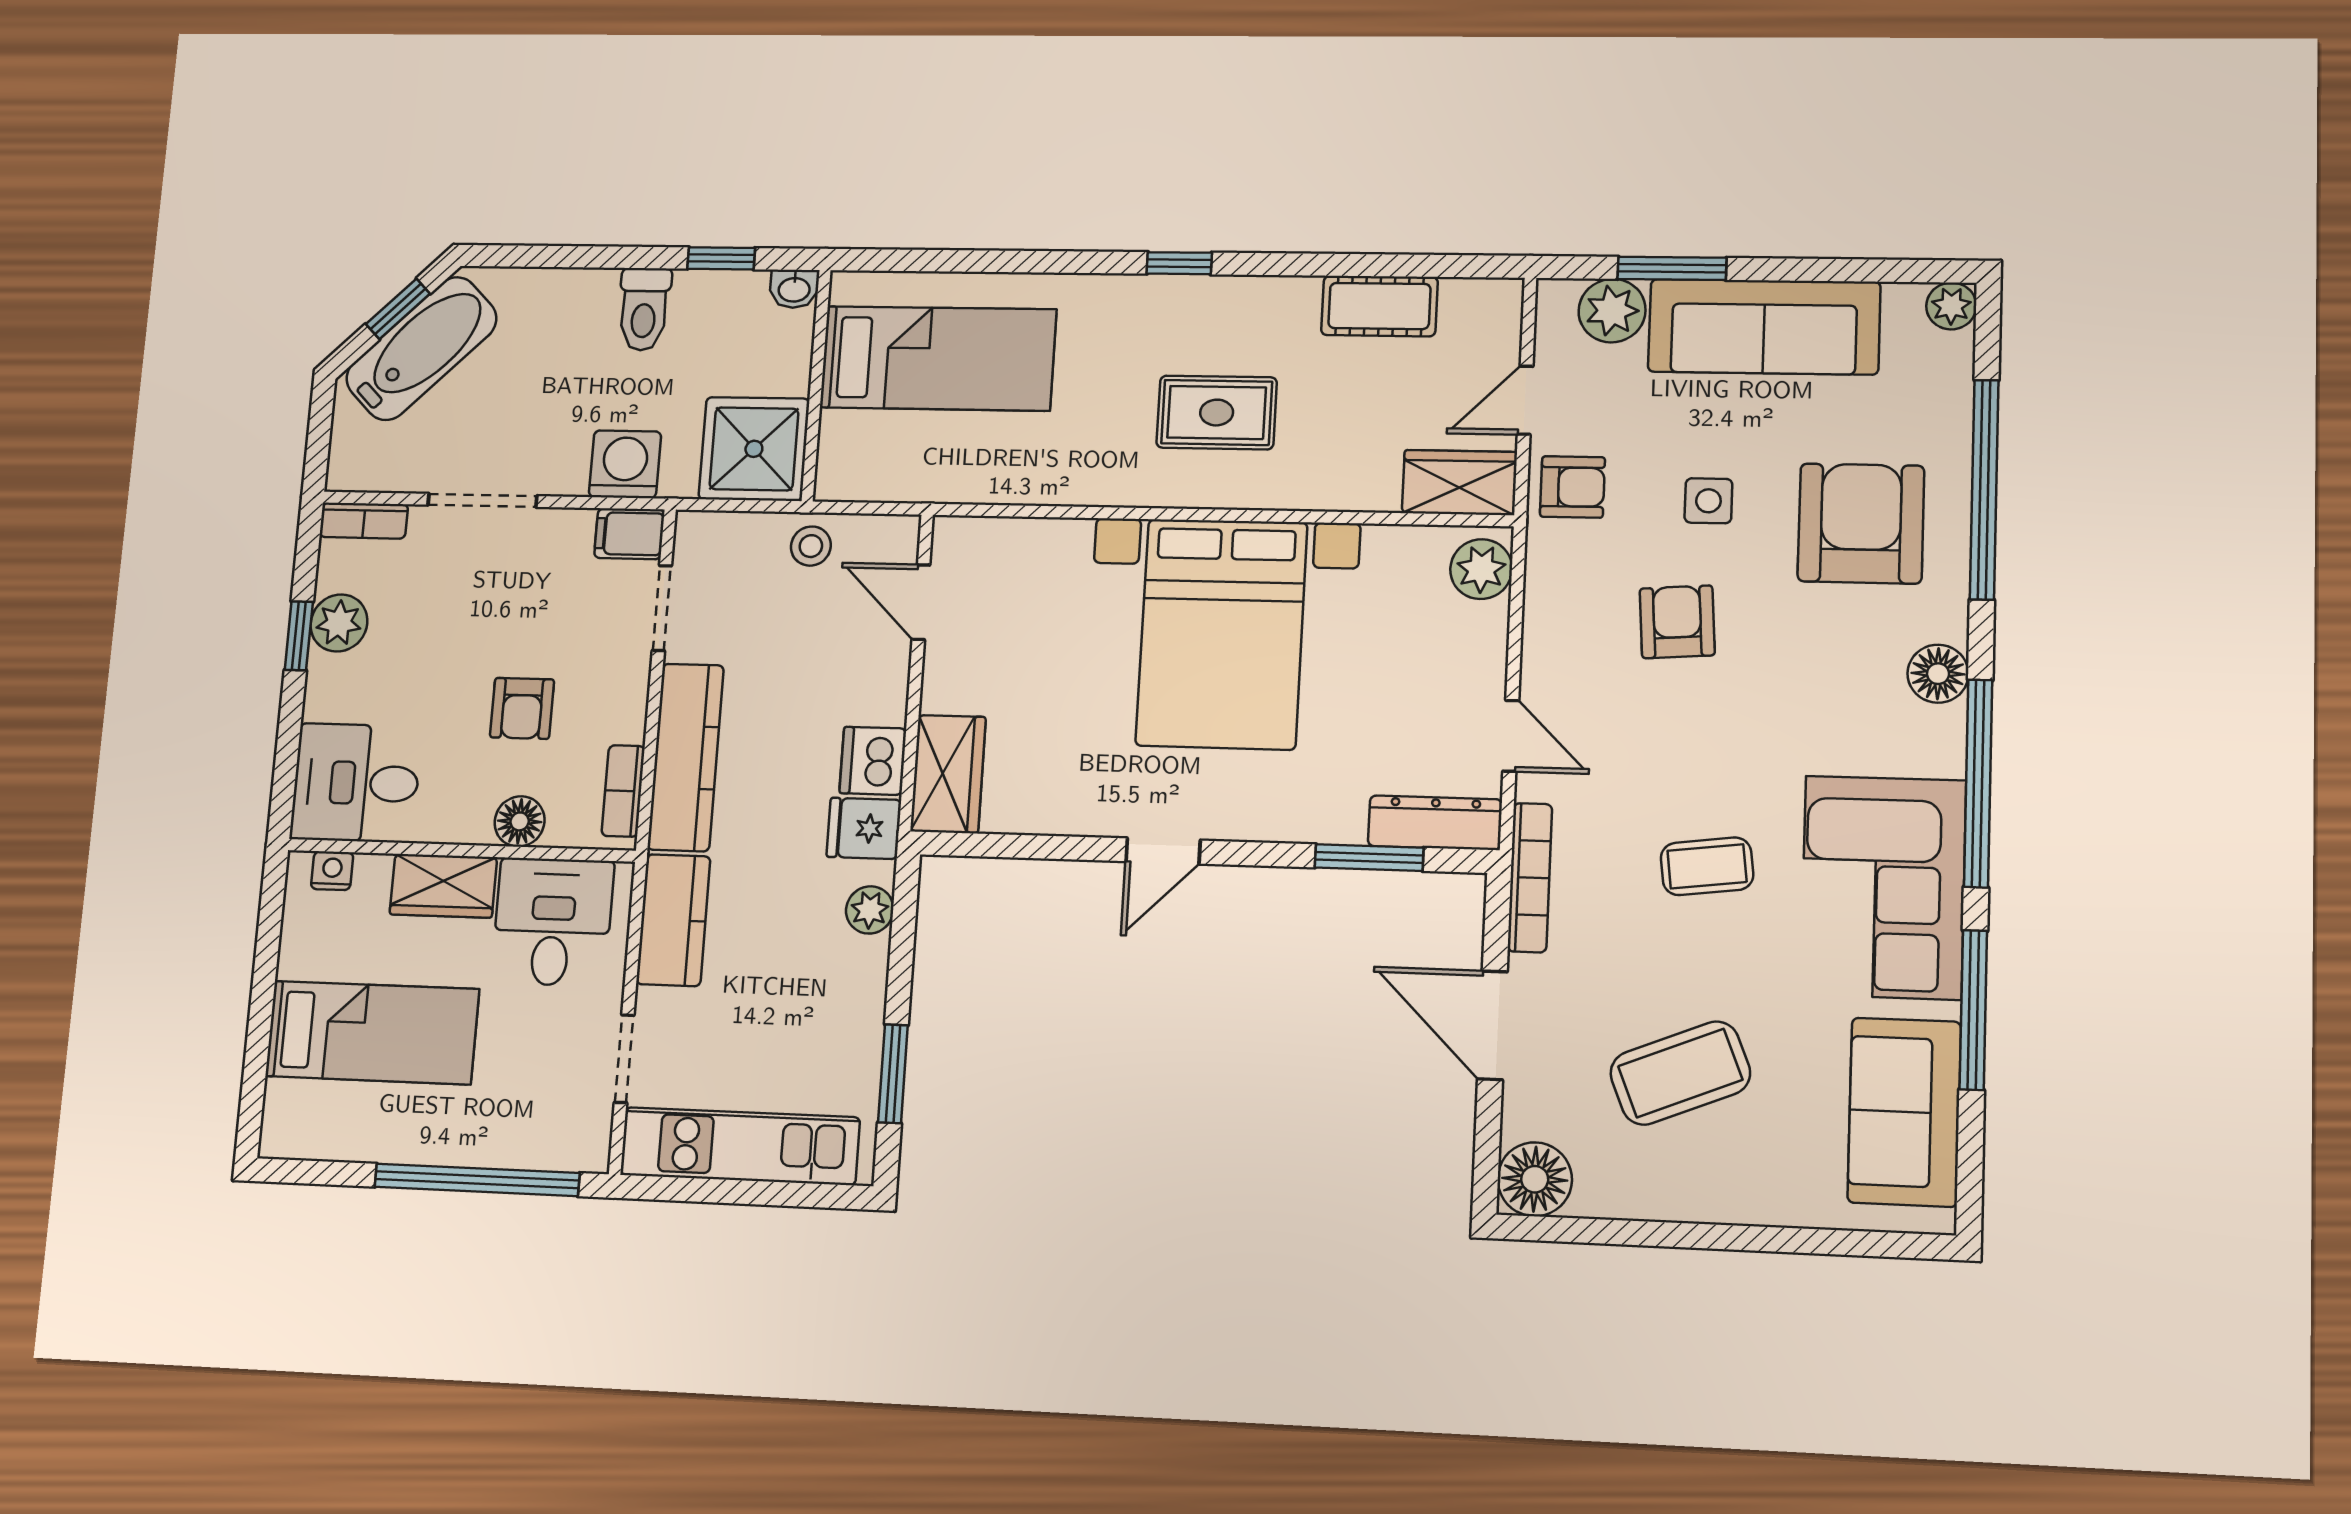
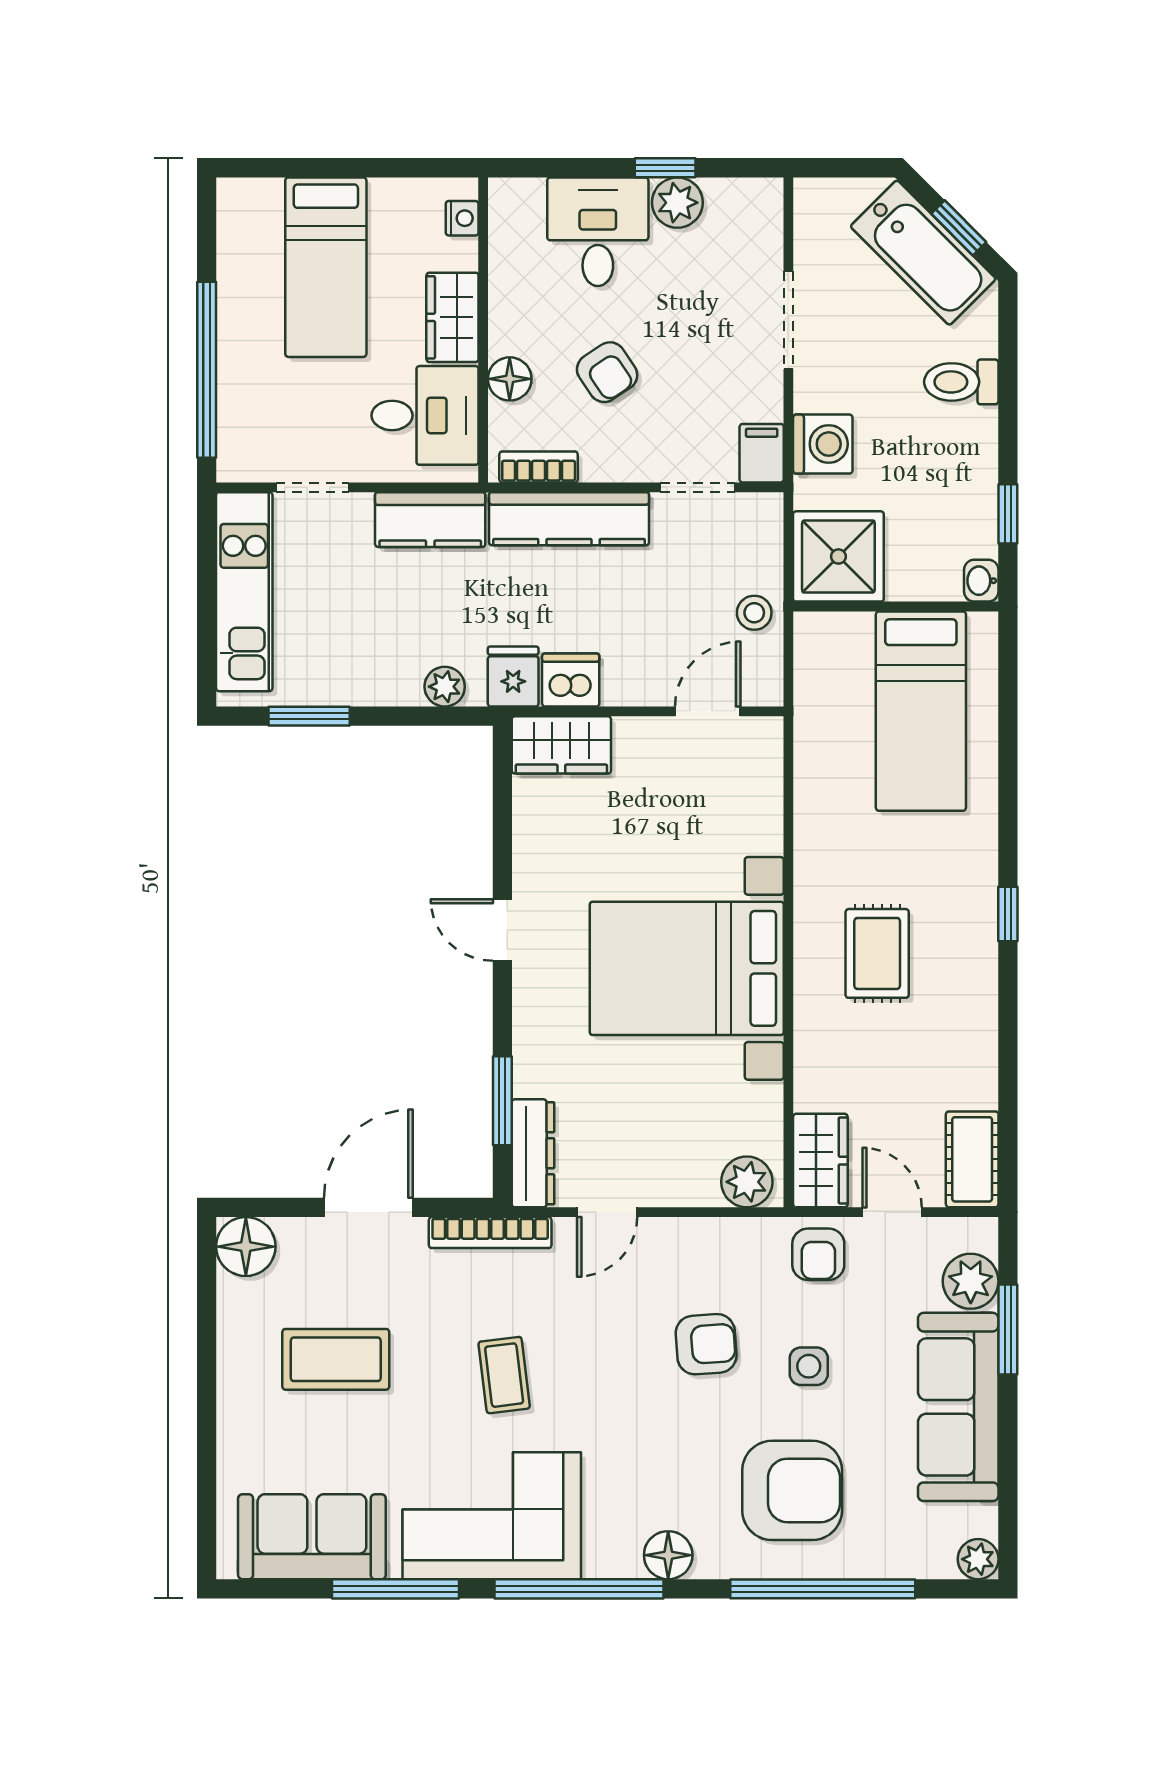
cot: (1379, 306) -> (972, 1159), moved
toilet: (644, 309) -> (961, 382), moved
bookcase: (364, 521) -> (768, 216), removed
armchair: (522, 708) -> (607, 372), turned -124
desk: (356, 783) -> (598, 232), moved
coffee table: (1680, 1073) -> (336, 1359), turned -68

